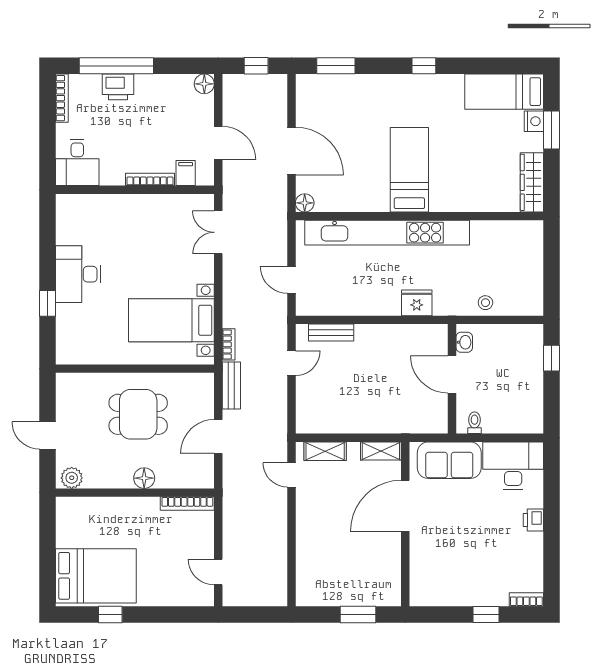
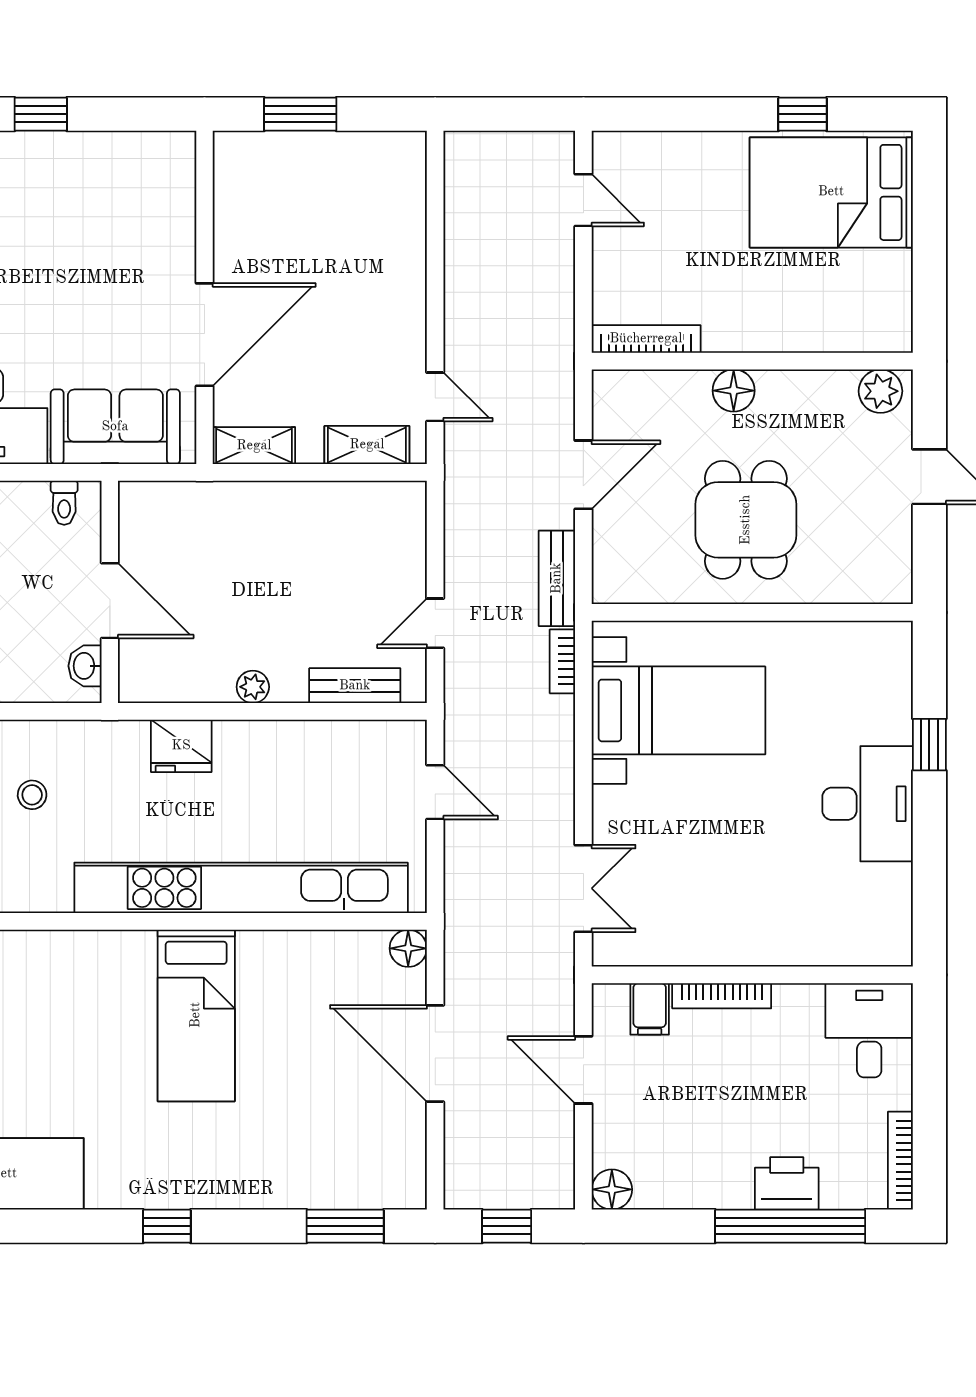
stool: (485, 303) -> (32, 795), moved
plant: (381, 332) -> (253, 687), added
dining table: (138, 414) -> (746, 520), turned 90

